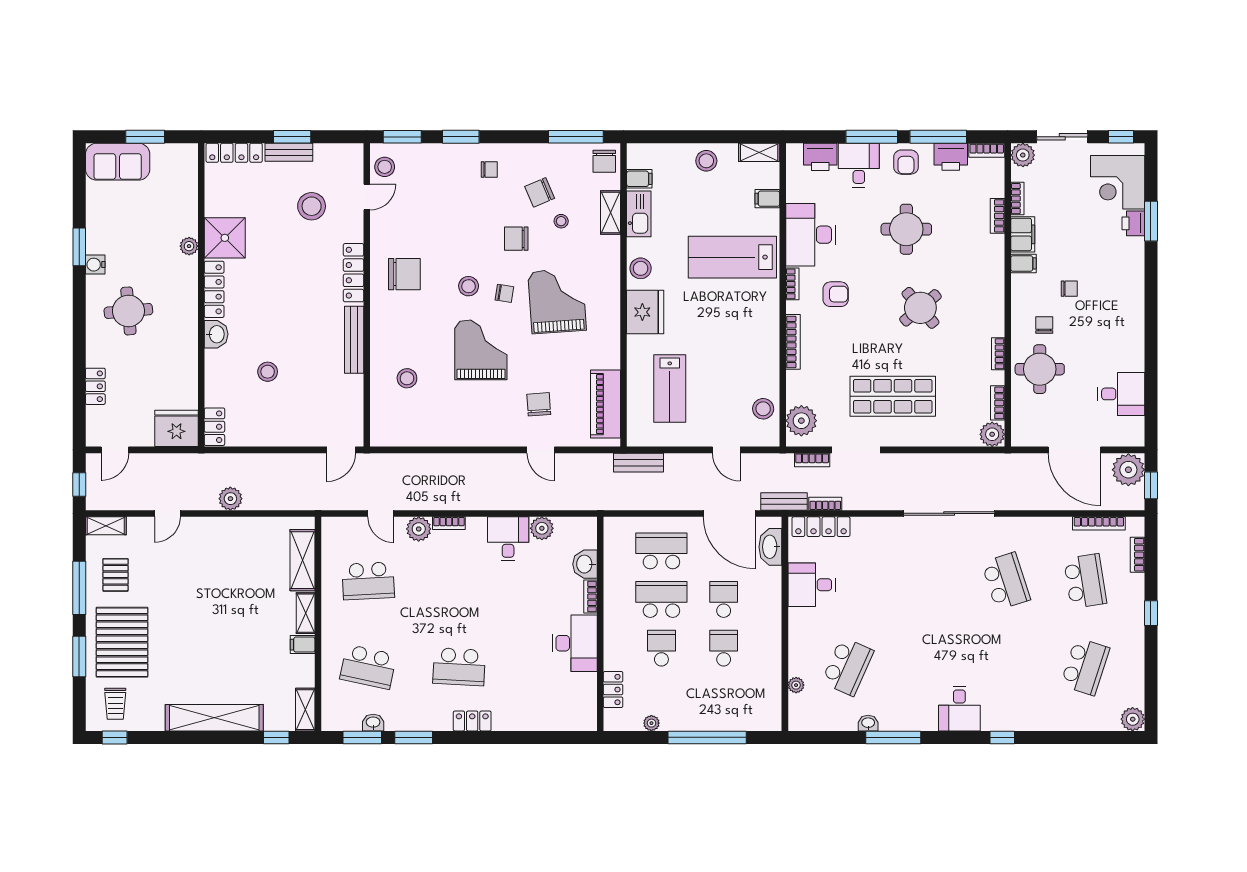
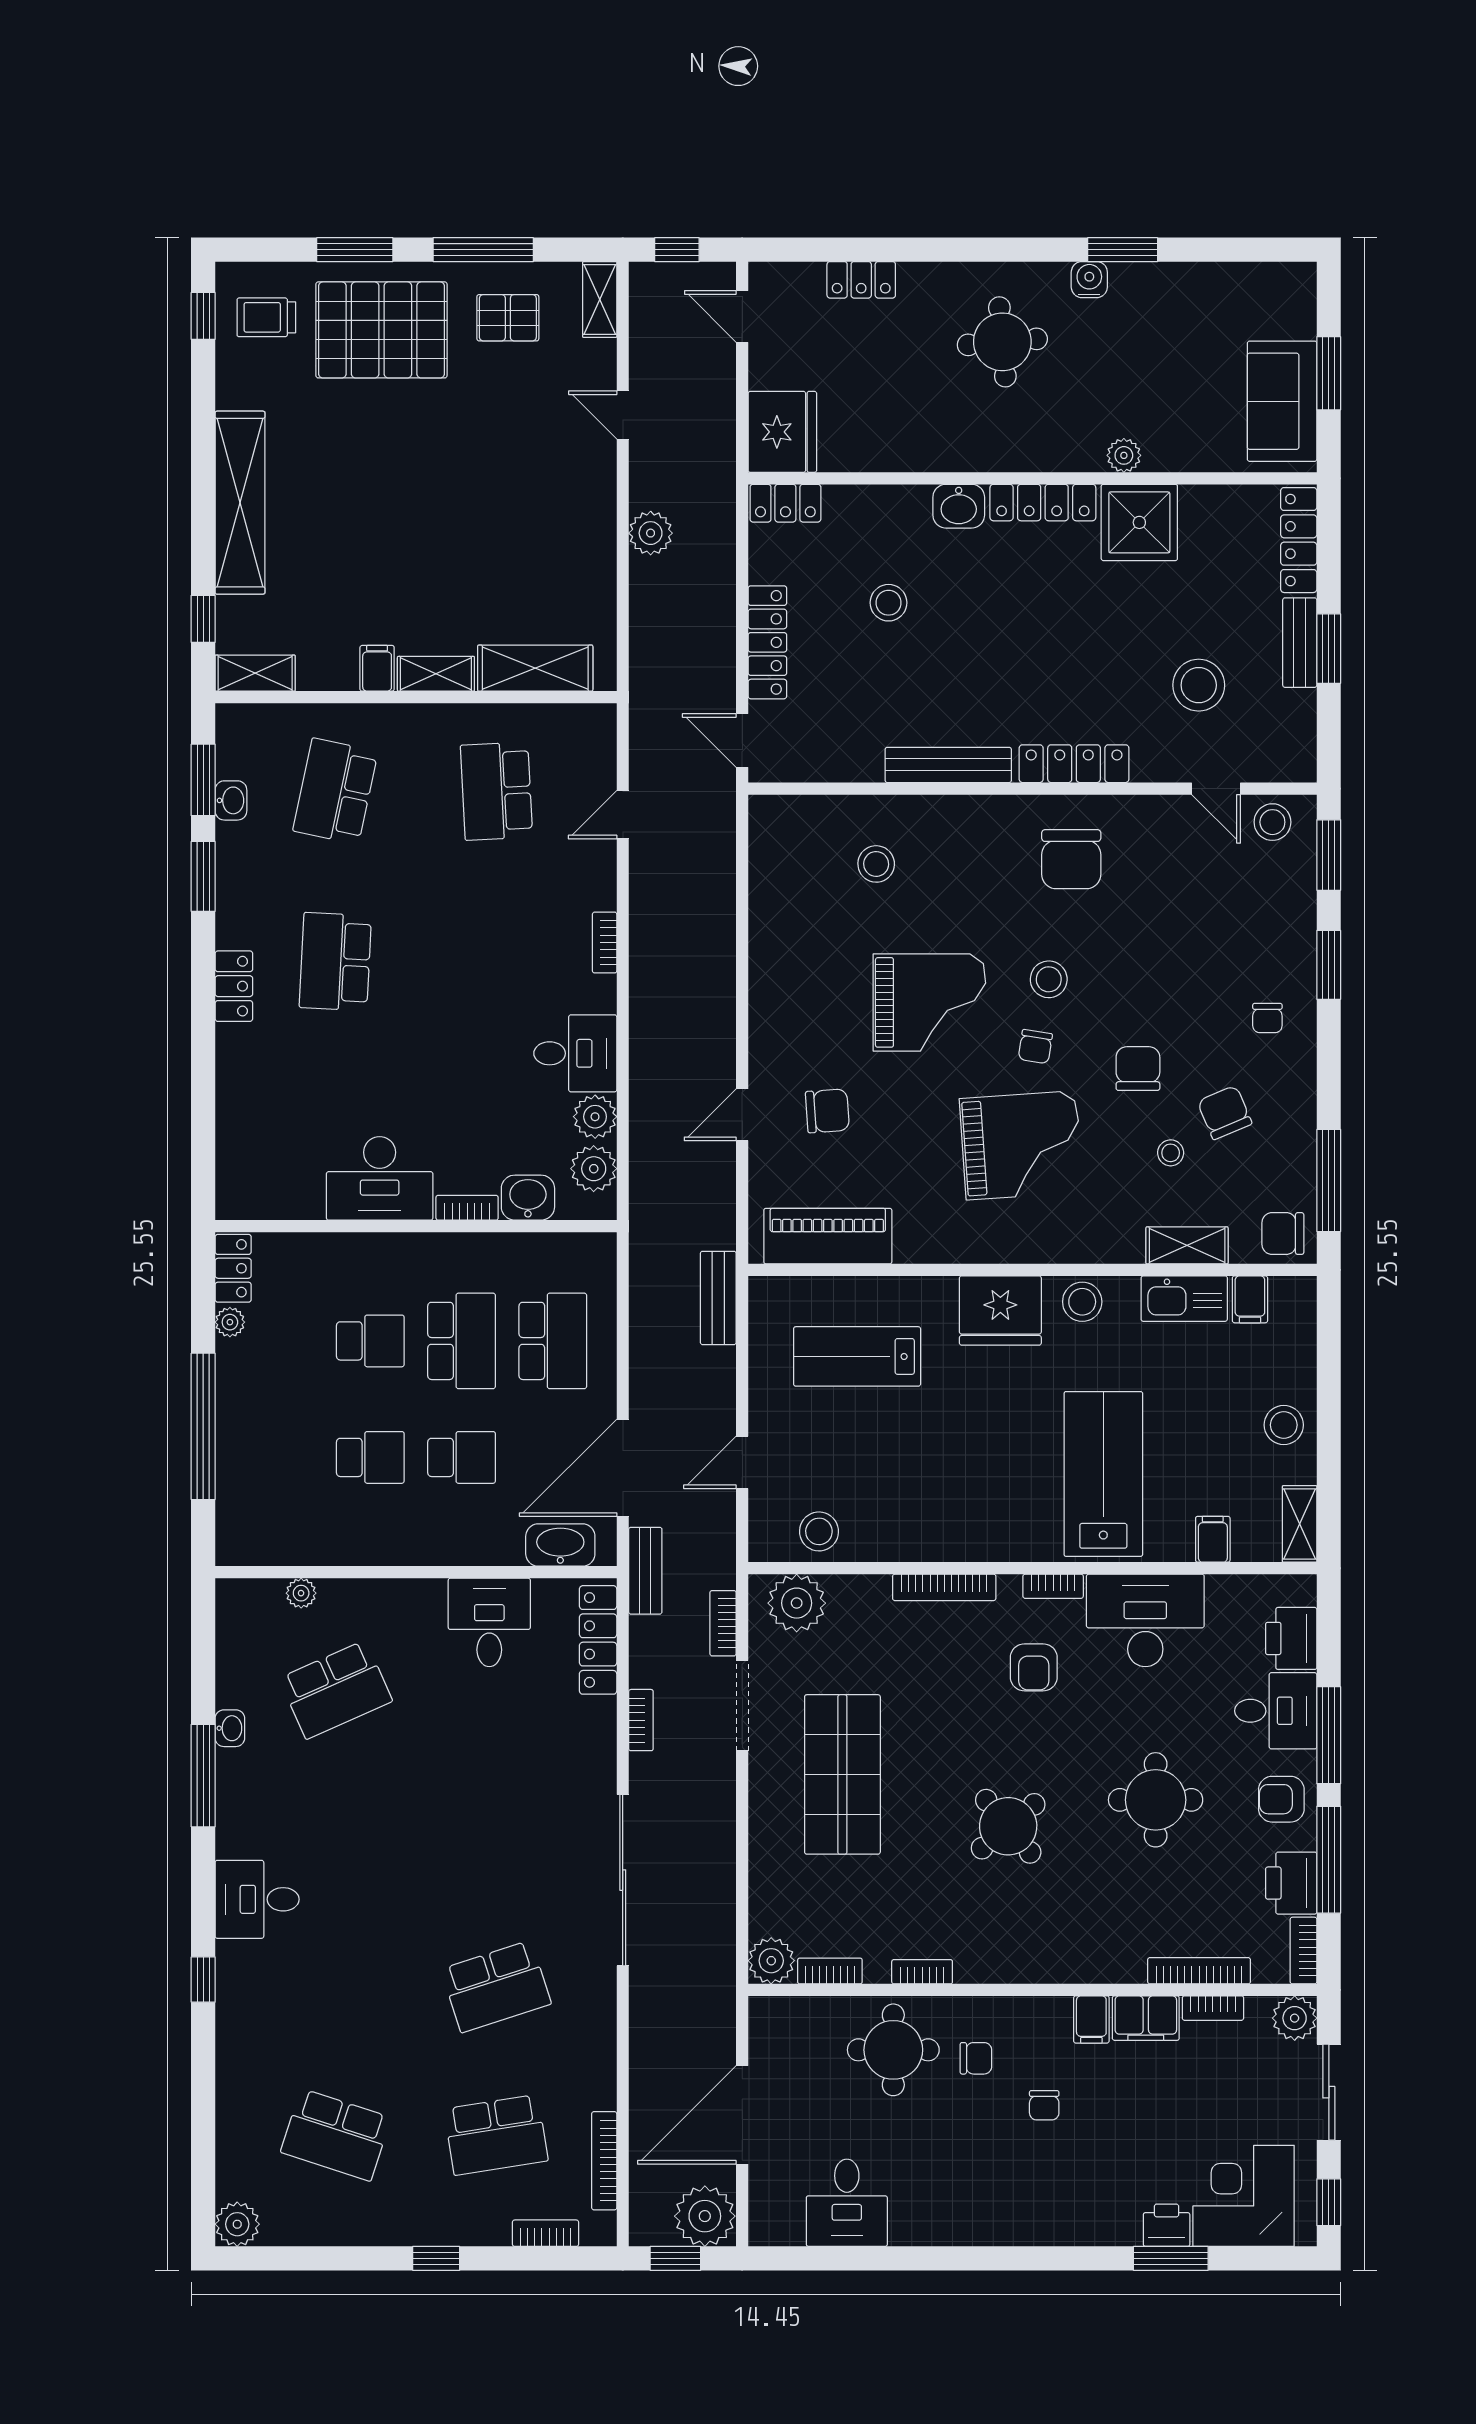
sofa: (118, 162) -> (1282, 401), moved
bookcase: (997, 216) -> (1199, 1971), width x1.56
locker: (289, 436) -> (767, 642), added
bookcase: (825, 504) -> (641, 1720), moved
plant: (419, 529) -> (594, 1169), moved
school desk: (848, 667) -> (336, 1690), turned -48
locker: (613, 690) -> (233, 1268), moved, turned -90

